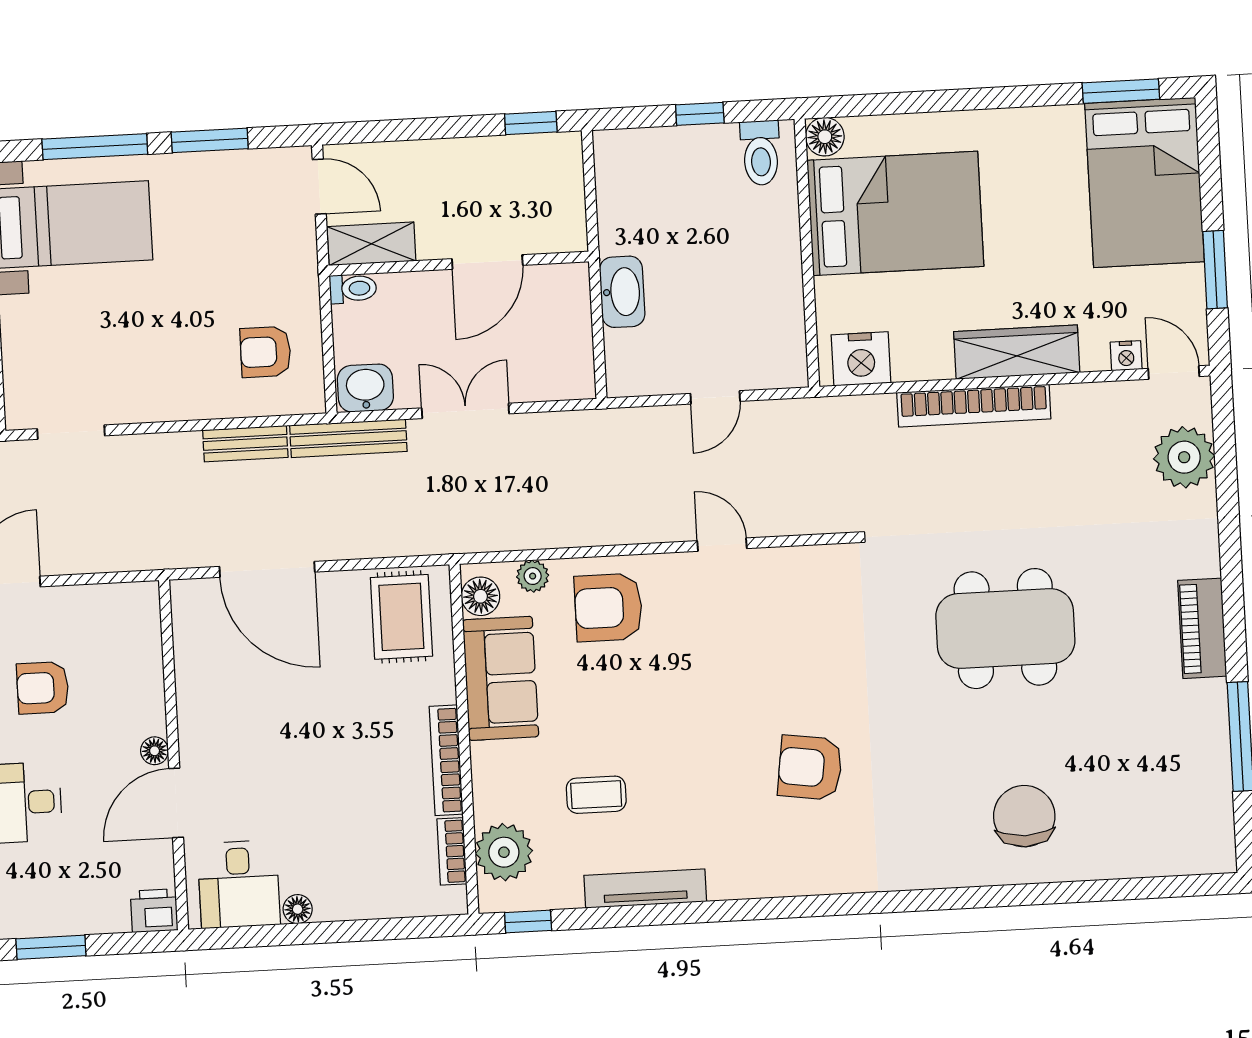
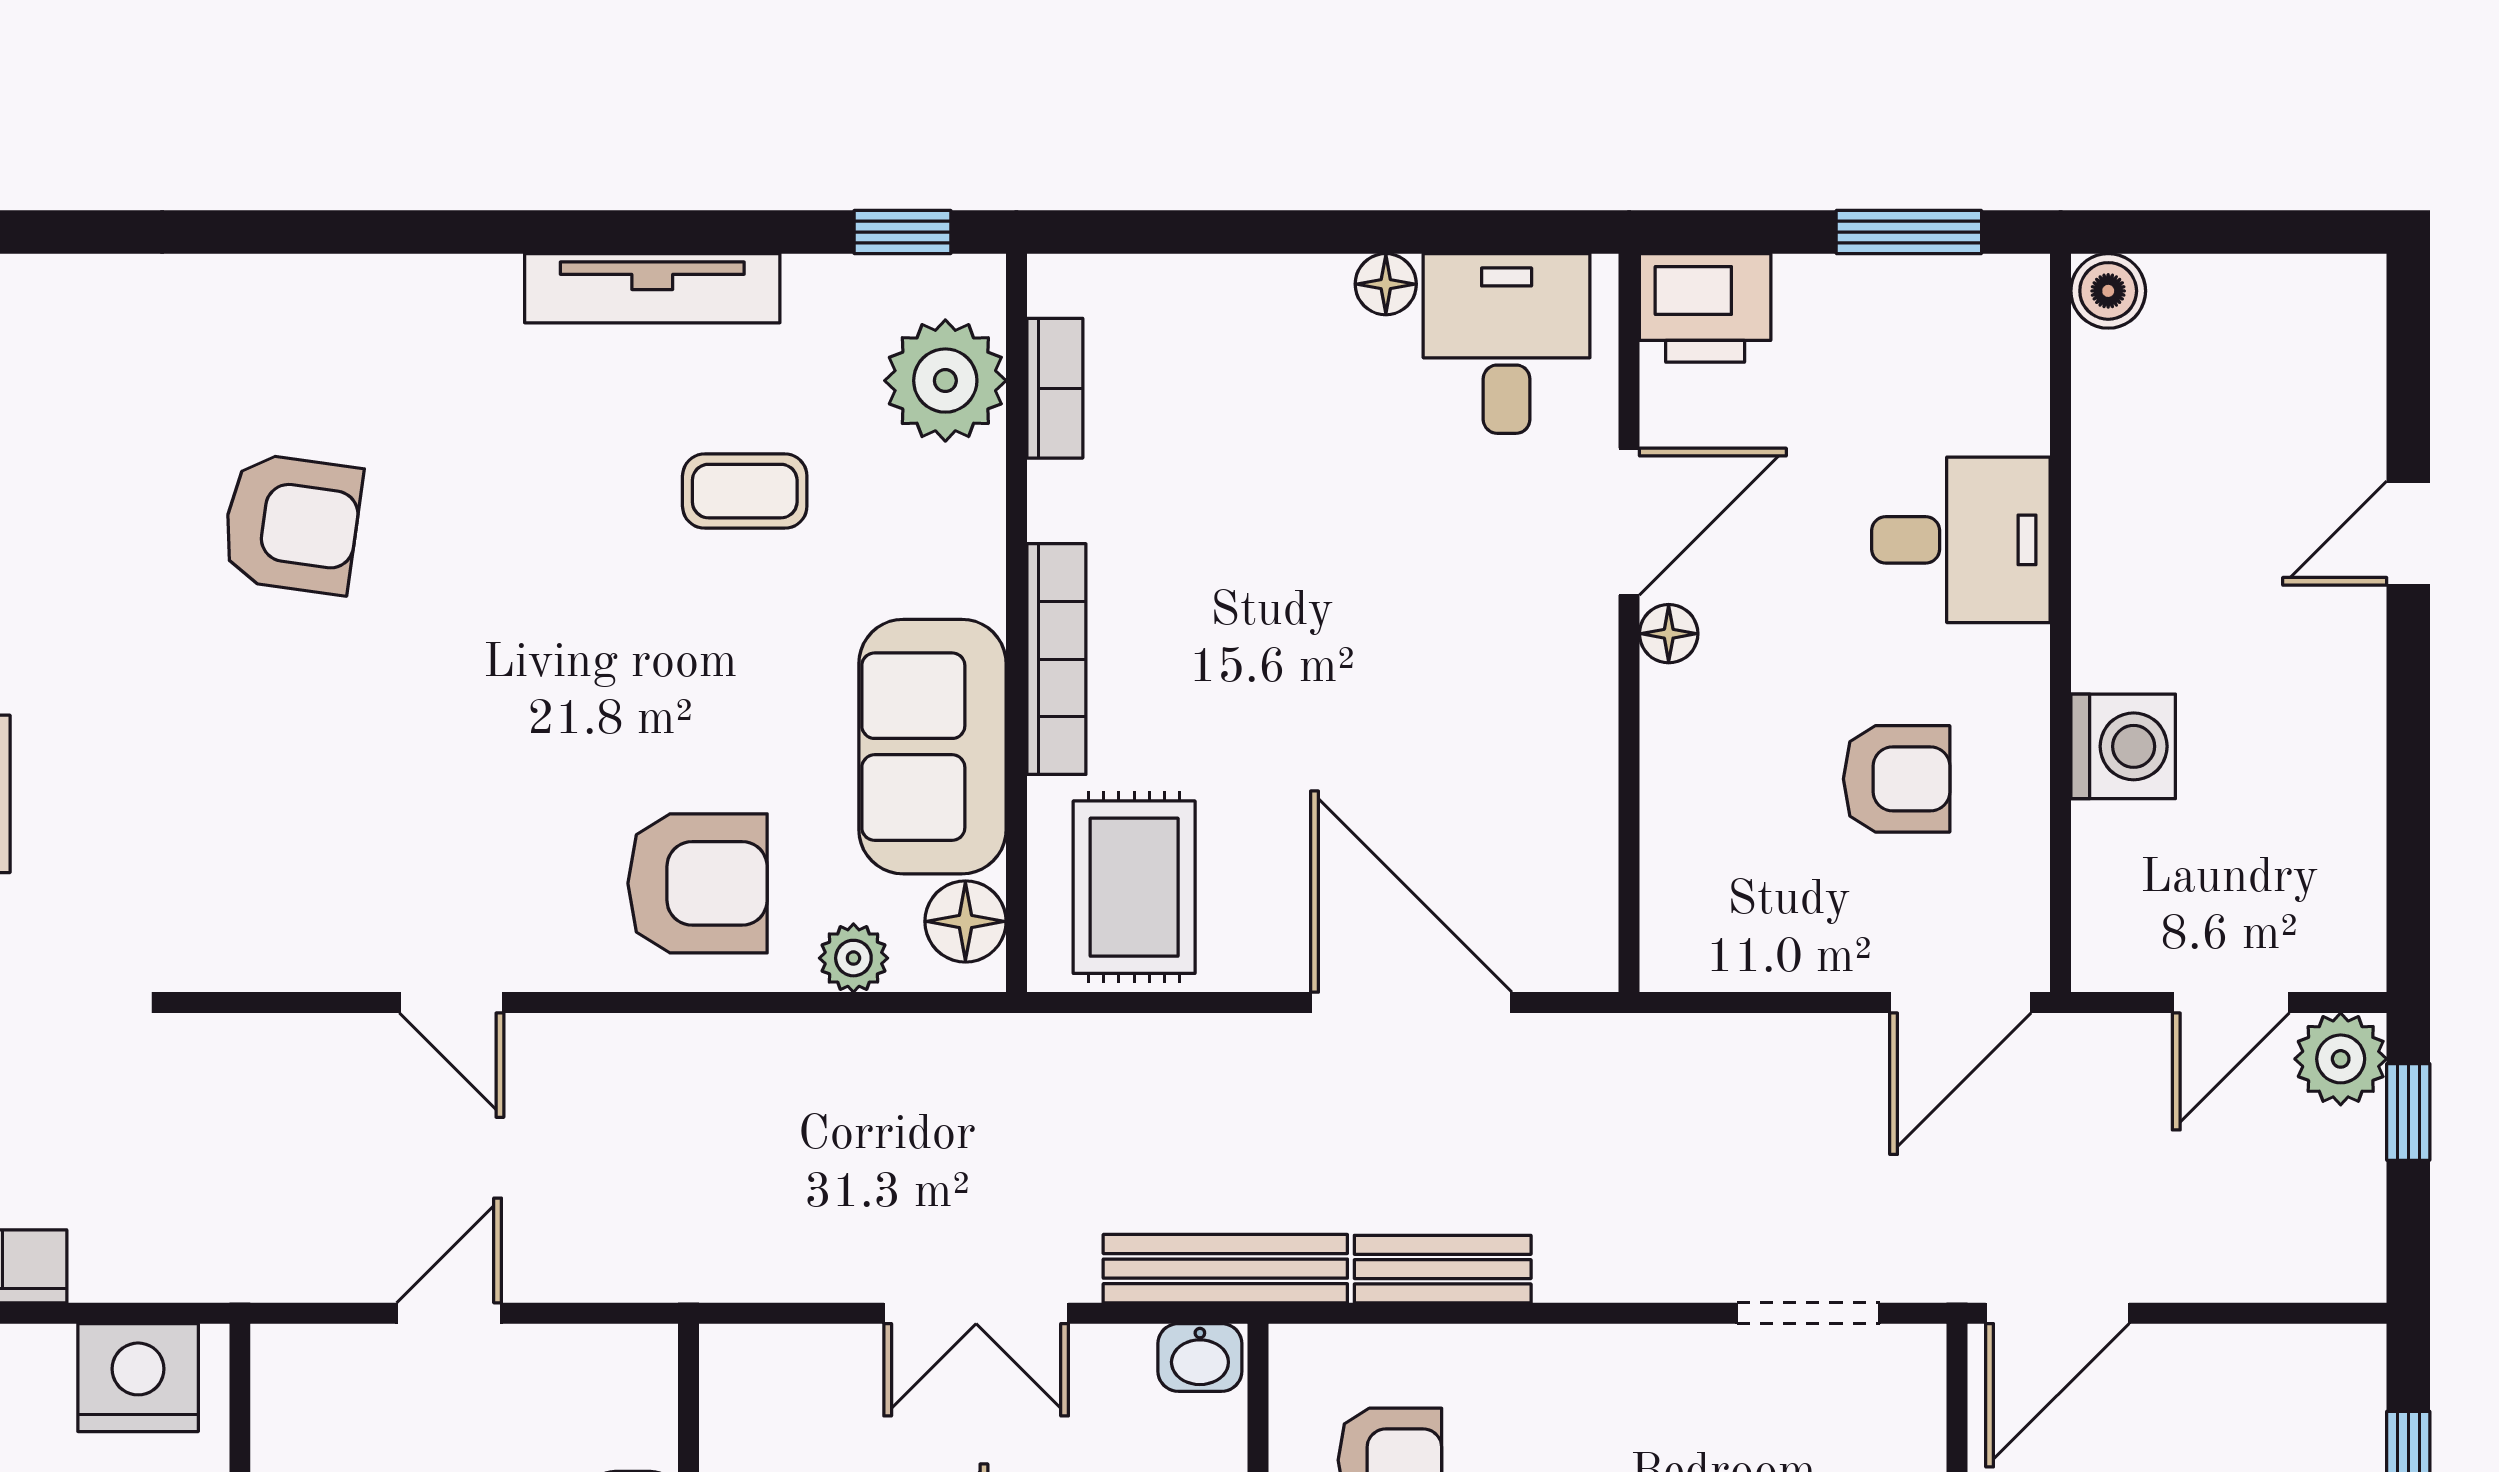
washbasin: (365, 388) -> (1200, 1357), width x0.72, depth x0.69
bookcase: (446, 760) -> (1056, 659), moved
printer: (154, 911) -> (1705, 308), width x1.36, depth x1.24

